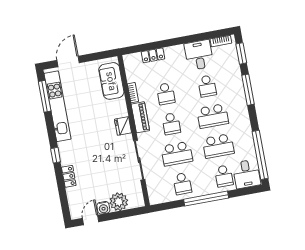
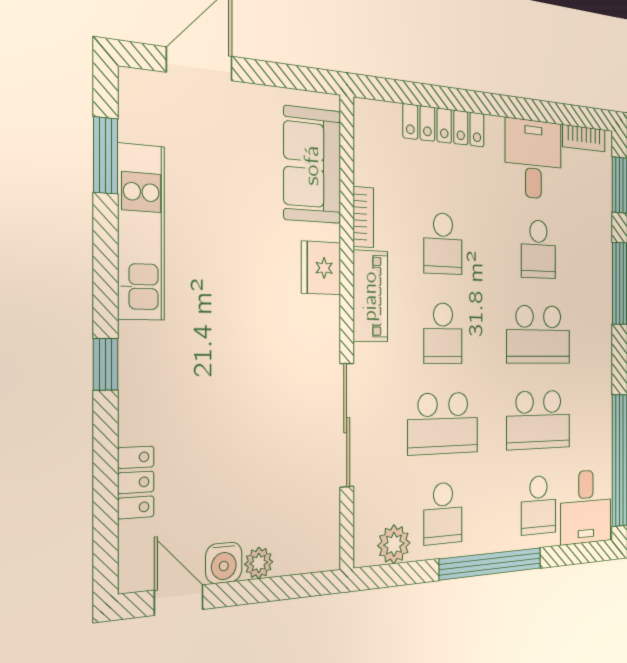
locker: (153, 55) -> (444, 126), width x1.53
window: (45, 96) -> (106, 155), width x0.69
kitchen unit: (58, 106) -> (141, 232), width x0.73
fridge: (123, 126) -> (321, 268), moved
locker: (69, 176) -> (136, 482), moved
plant: (164, 196) -> (394, 544), added
plant: (119, 202) -> (259, 563), width x0.53, depth x0.53
door: (91, 220) -> (179, 600), hinge flipped

